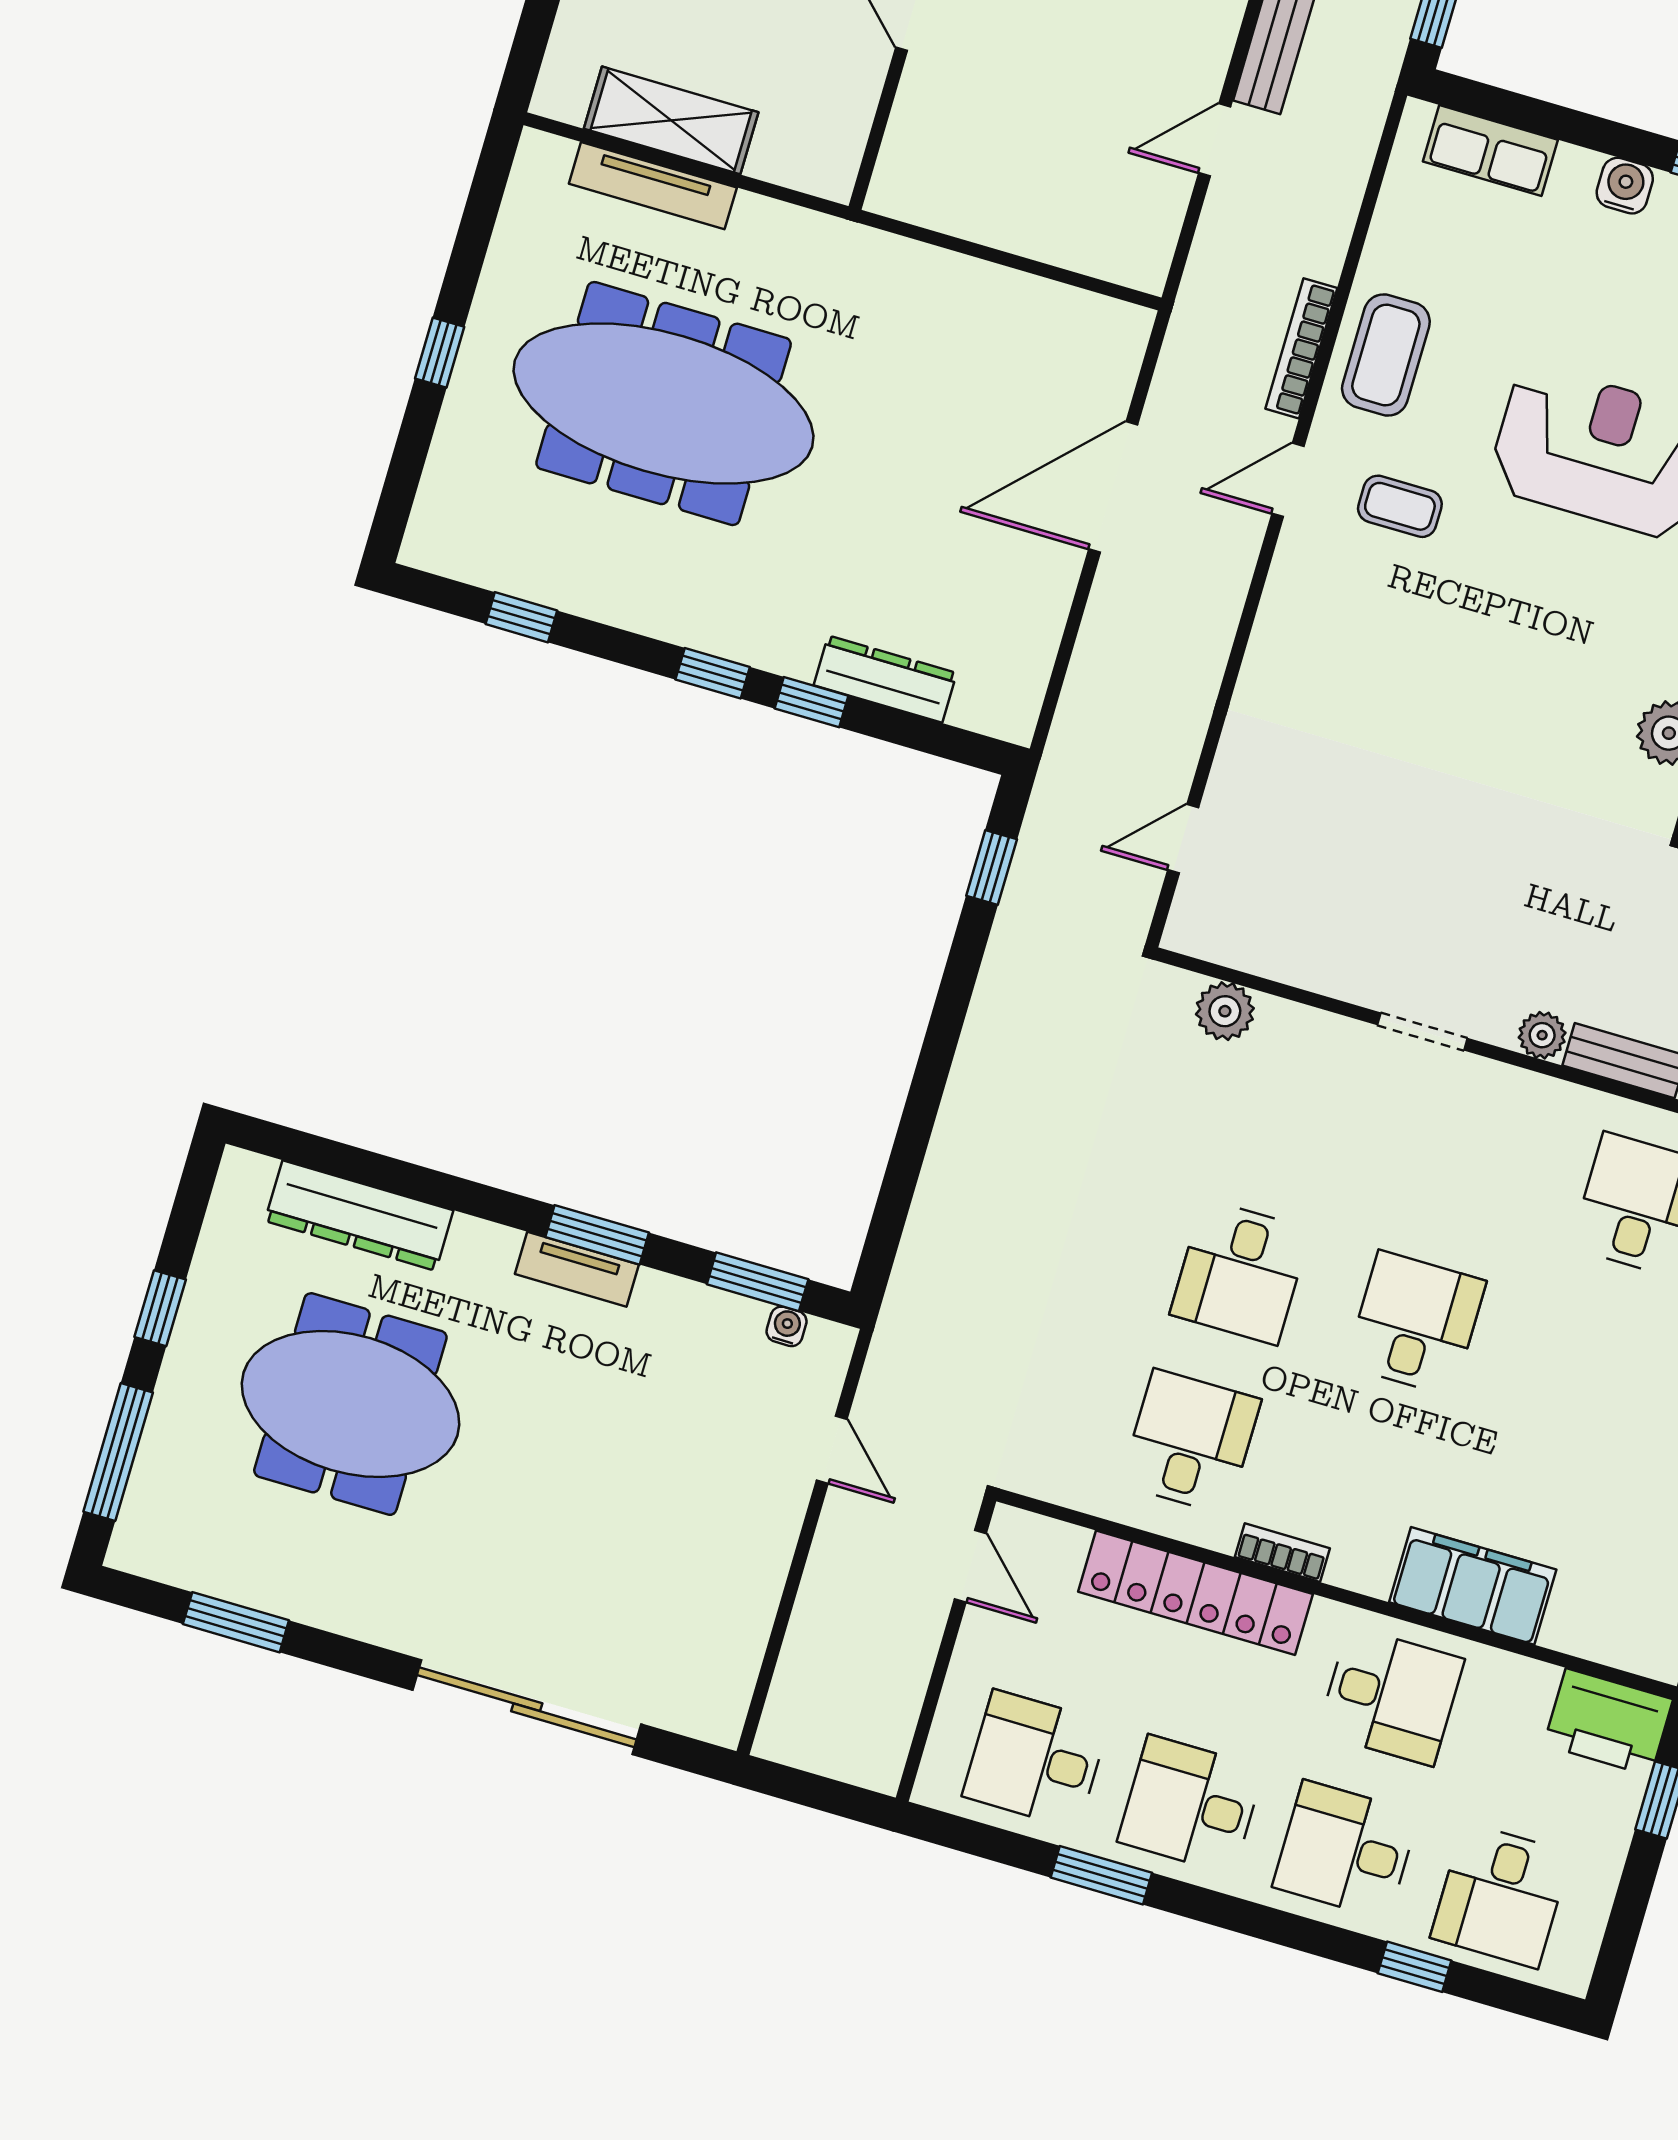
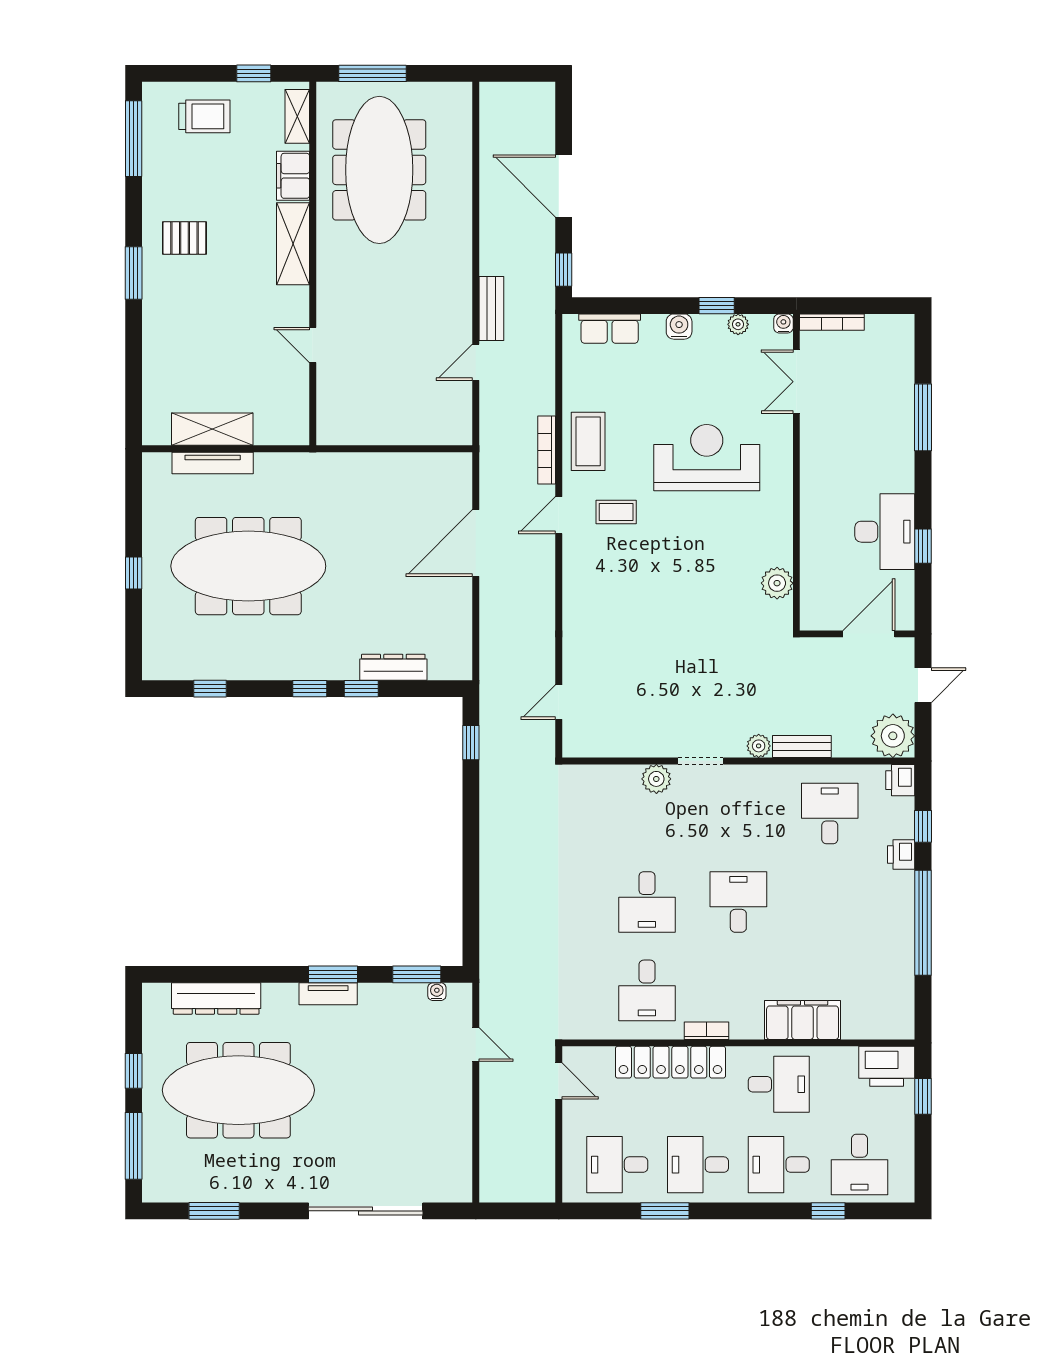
plant: (1225, 1011) -> (656, 779), moved
meeting table: (350, 1404) -> (238, 1090), width x1.36
desk: (1191, 1442) -> (647, 990), turned 180

